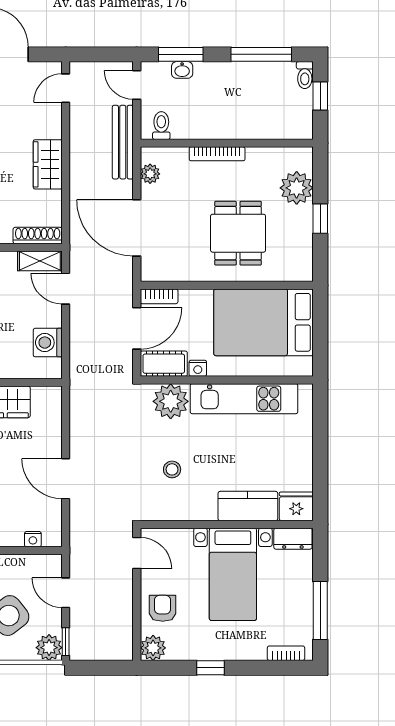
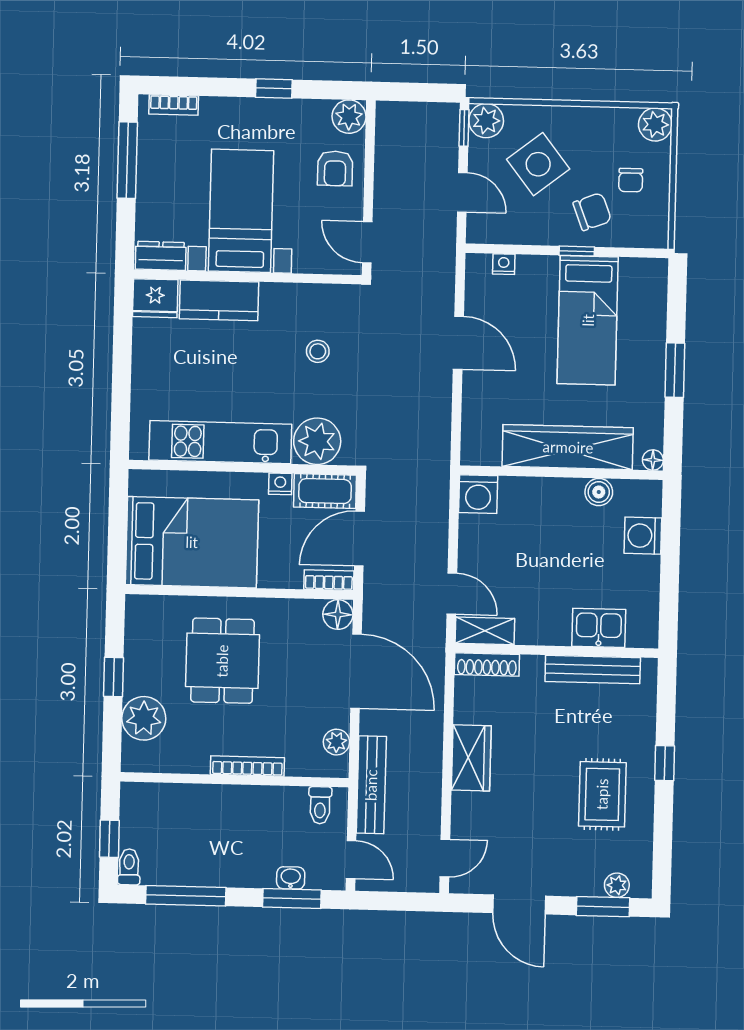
floor lamp: (152, 270) -> (338, 615), added
washing machine: (48, 343) -> (478, 494), moved, turned 90

